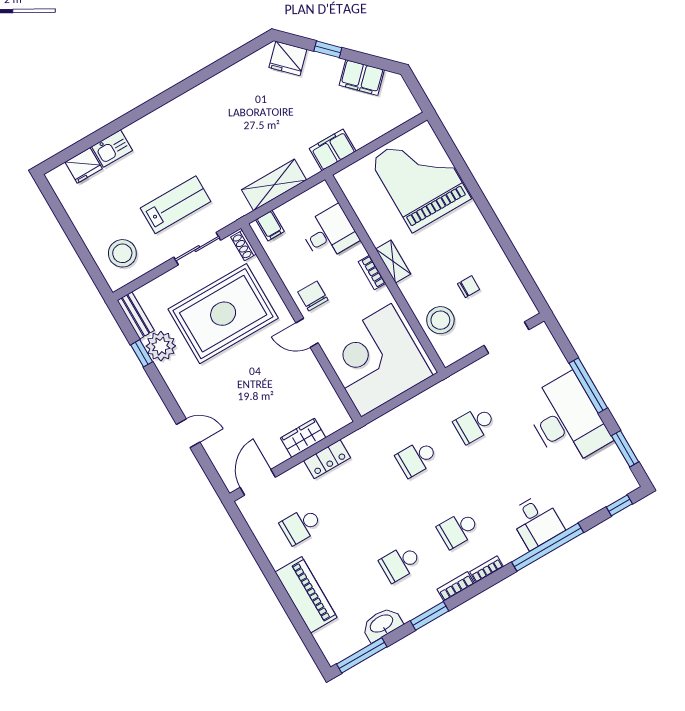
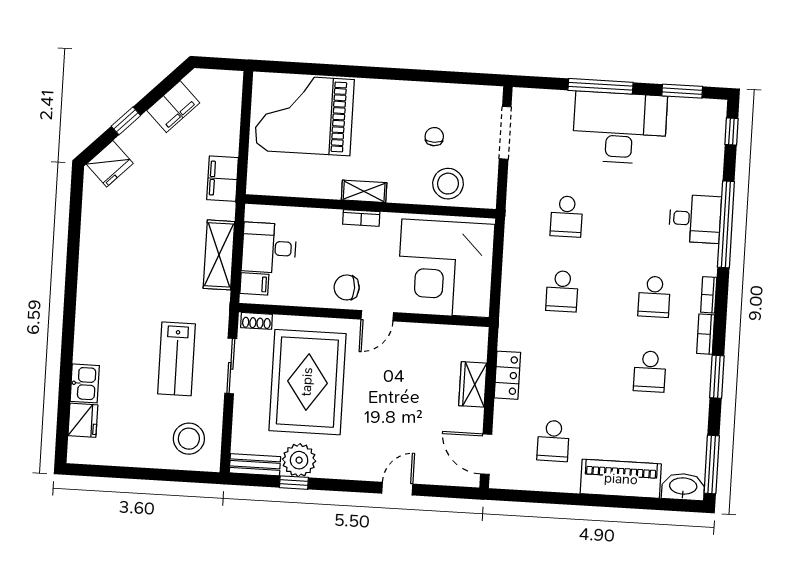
lab bench: (176, 205) -> (176, 359), turned 180
desk: (329, 233) -> (269, 248), moved, turned -90
washbasin: (382, 624) -> (683, 487), moved, turned 90

